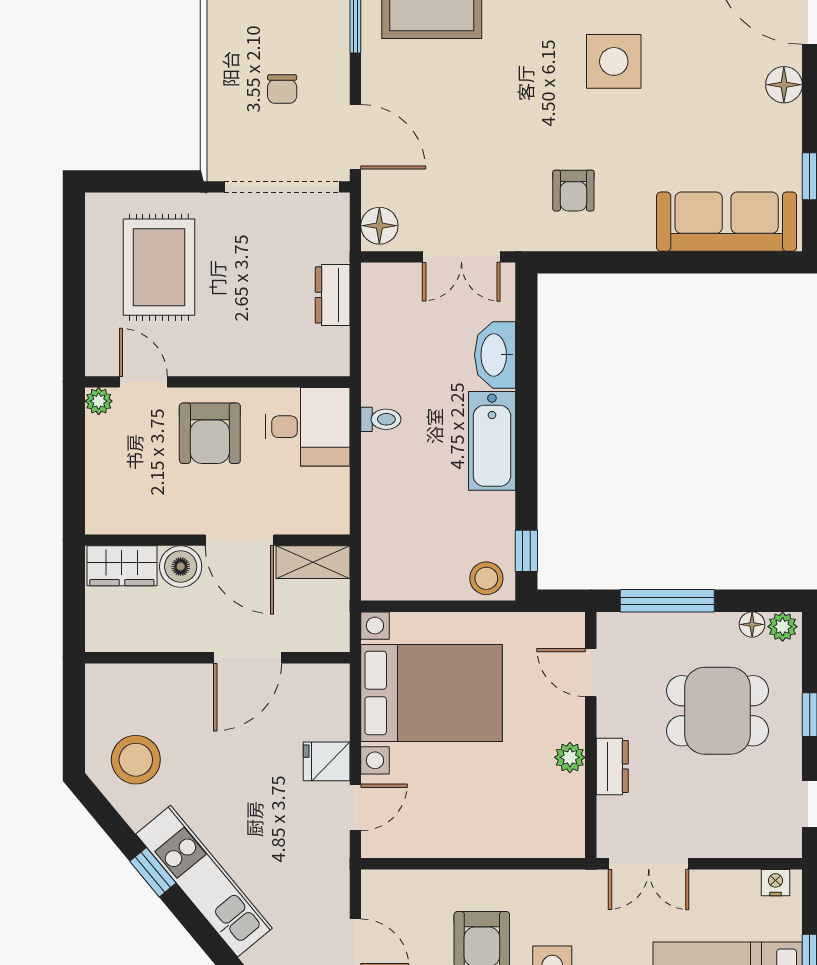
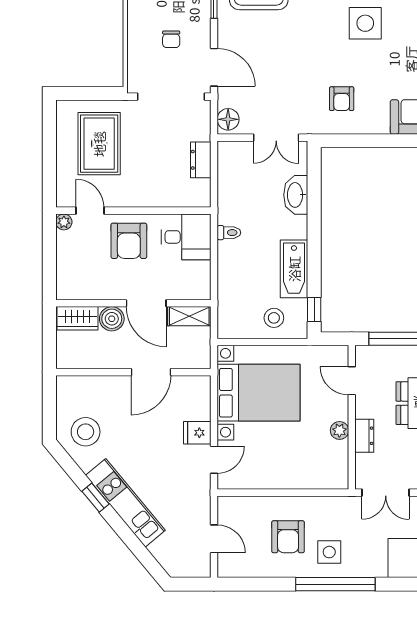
bathtub: (492, 441) -> (294, 269), moved
stool: (486, 578) -> (274, 318), moved

